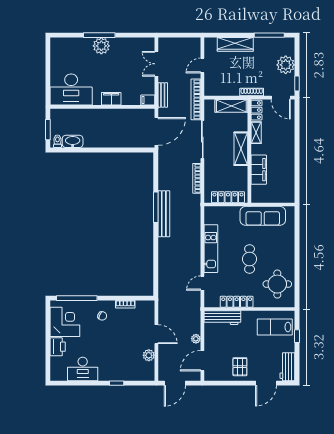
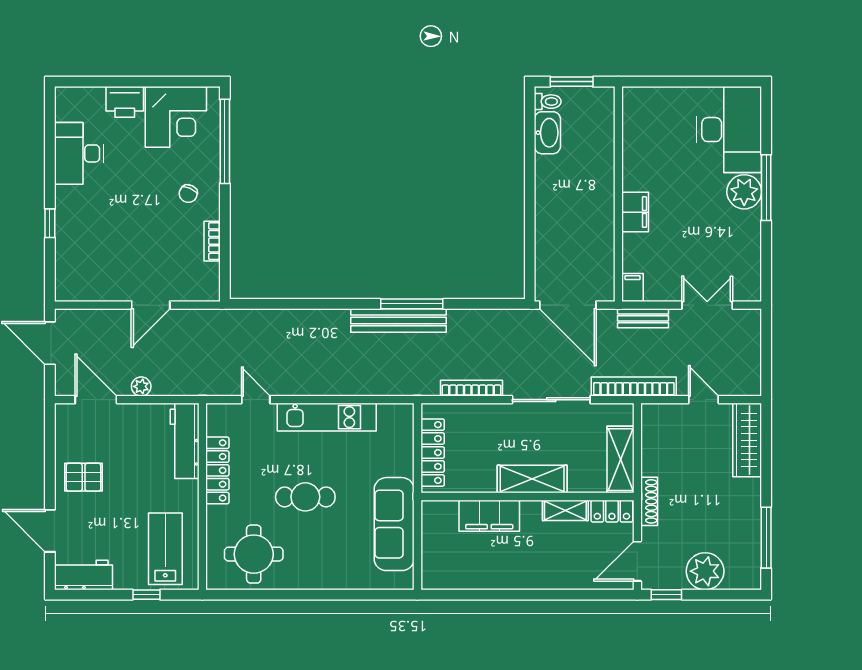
wardrobe: (235, 44) -> (747, 440), moved
desk: (71, 89) -> (729, 130), moved, turned 180
plant: (149, 355) -> (107, 289), removed

